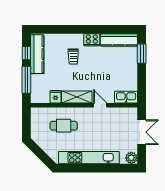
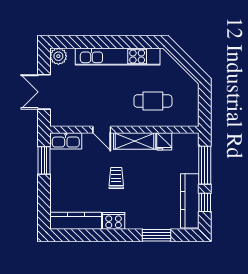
window: (61, 29) -> (156, 235), added
window: (142, 54) -> (44, 160), moved
trolley: (73, 57) -> (116, 178), moved

